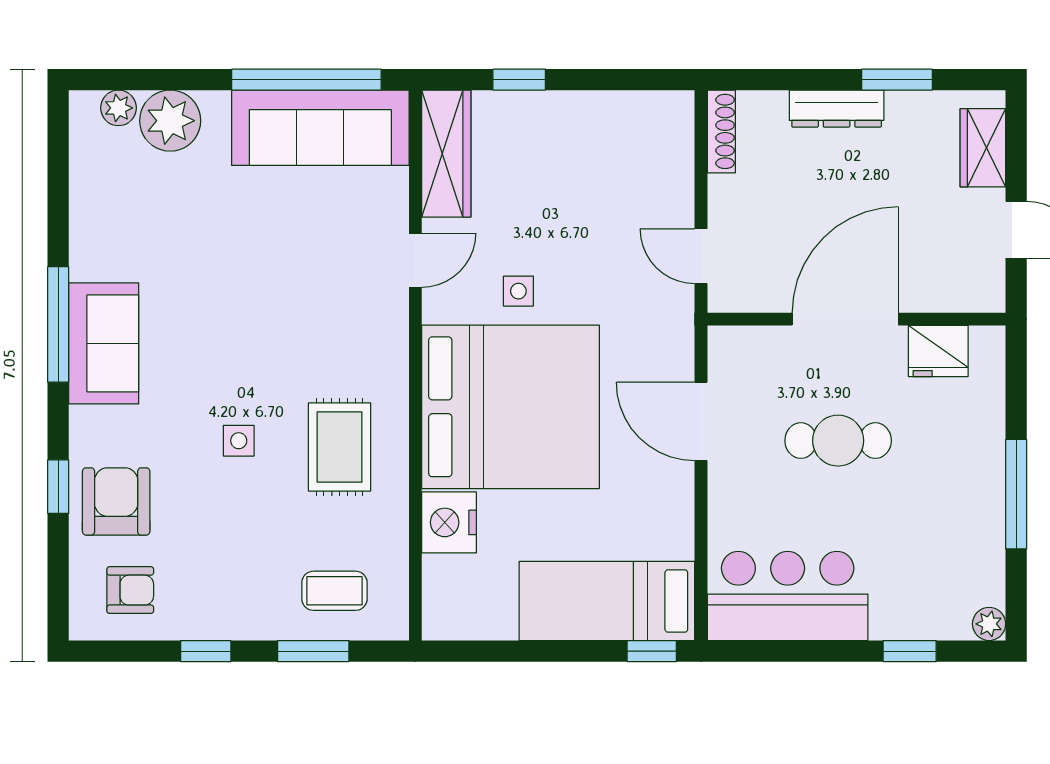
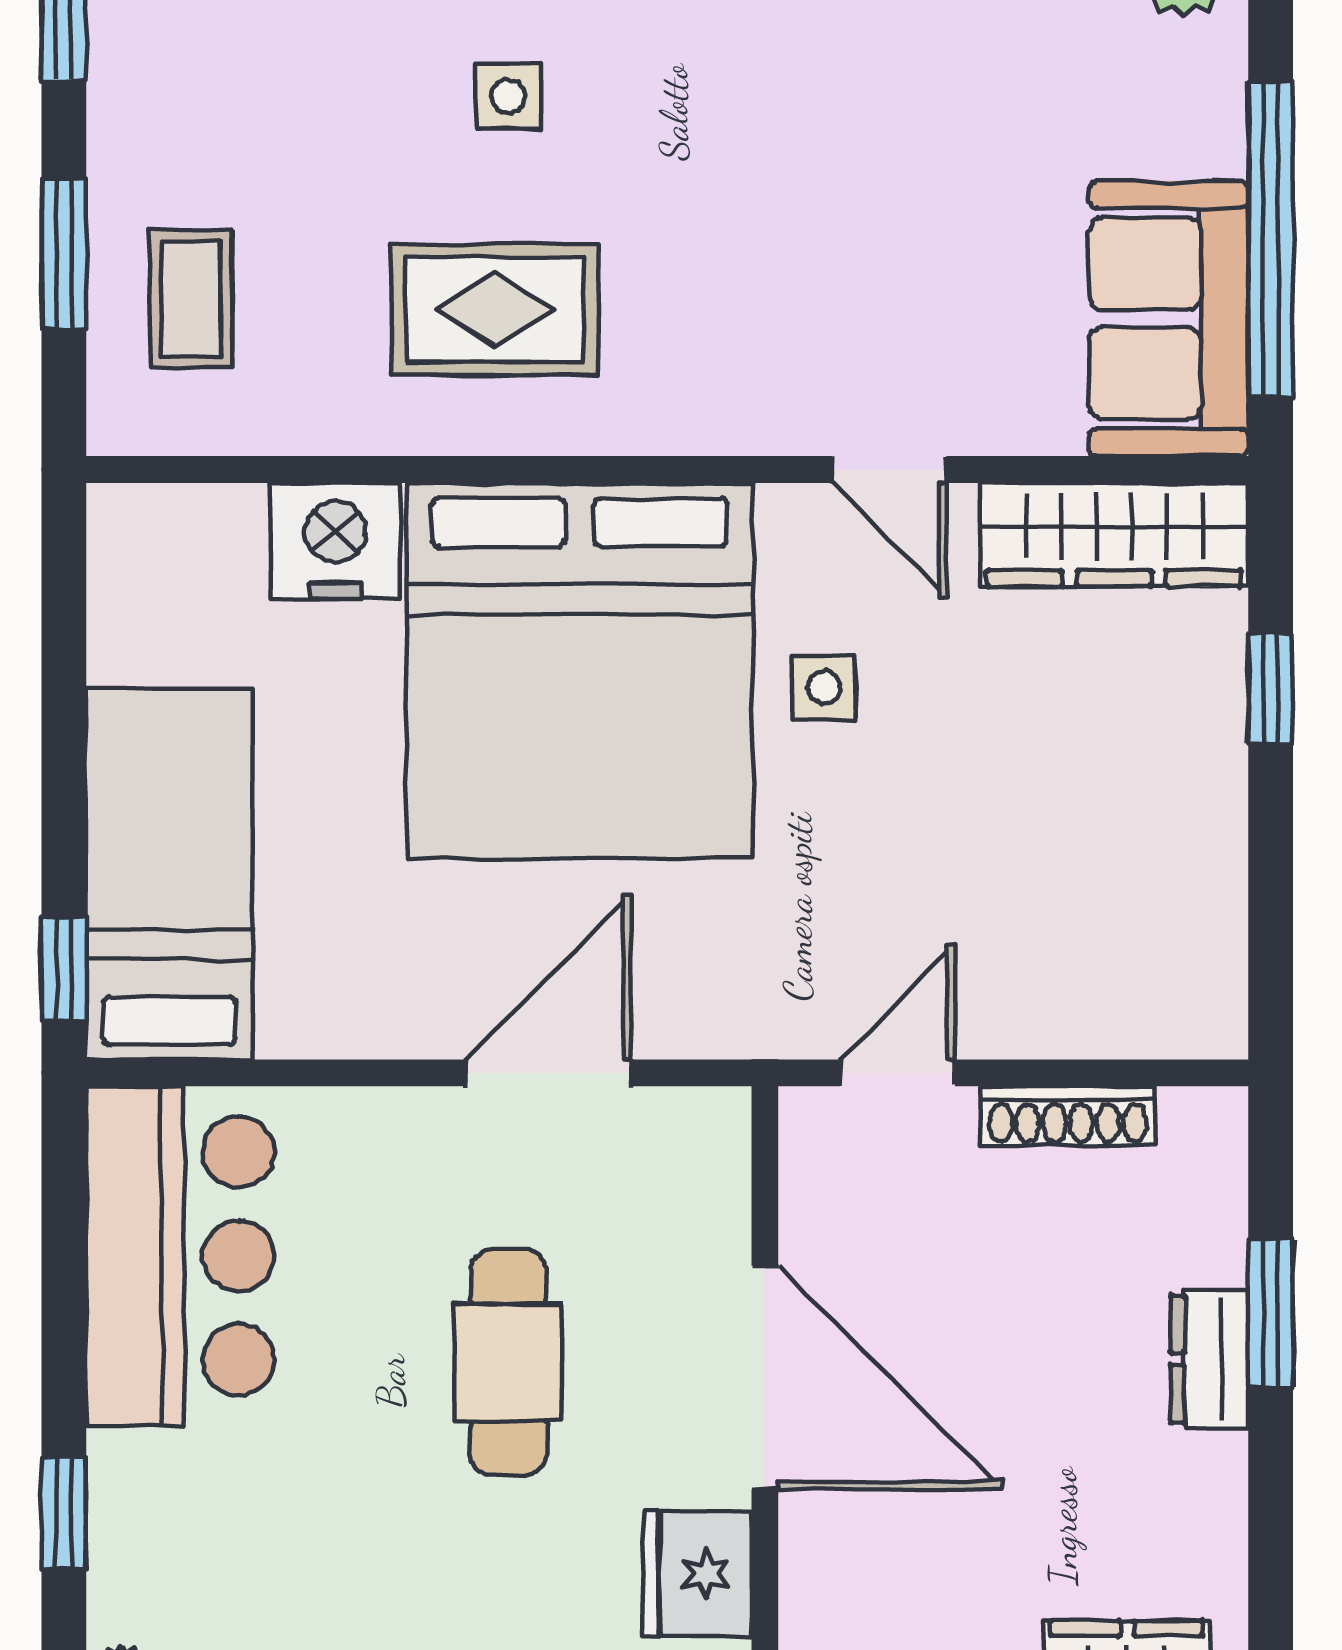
window: (897, 80) -> (1271, 1313), moved
dresser: (837, 109) -> (1209, 1359), width x0.70
sofa: (320, 128) -> (1169, 318), width x0.73
shoe rack: (721, 131) -> (1068, 1116), moved

